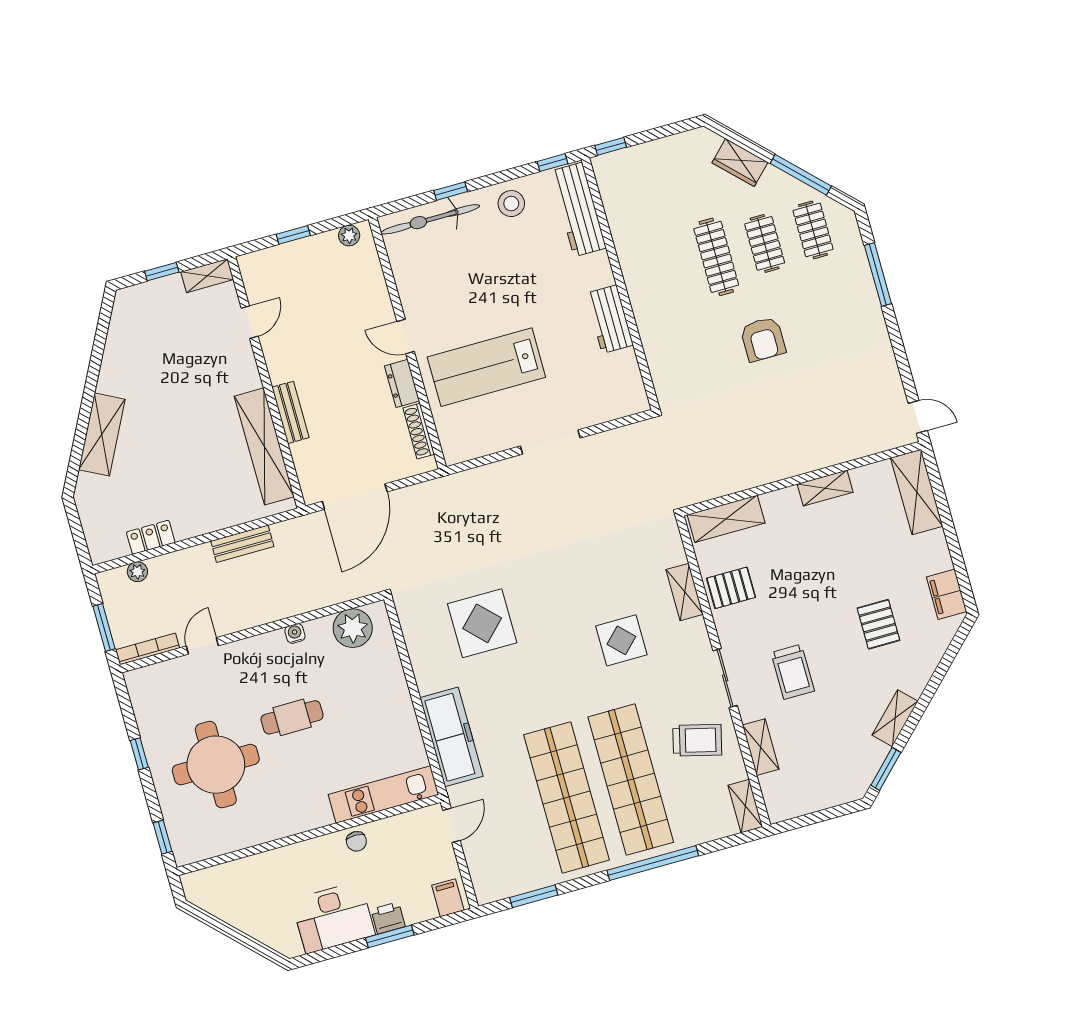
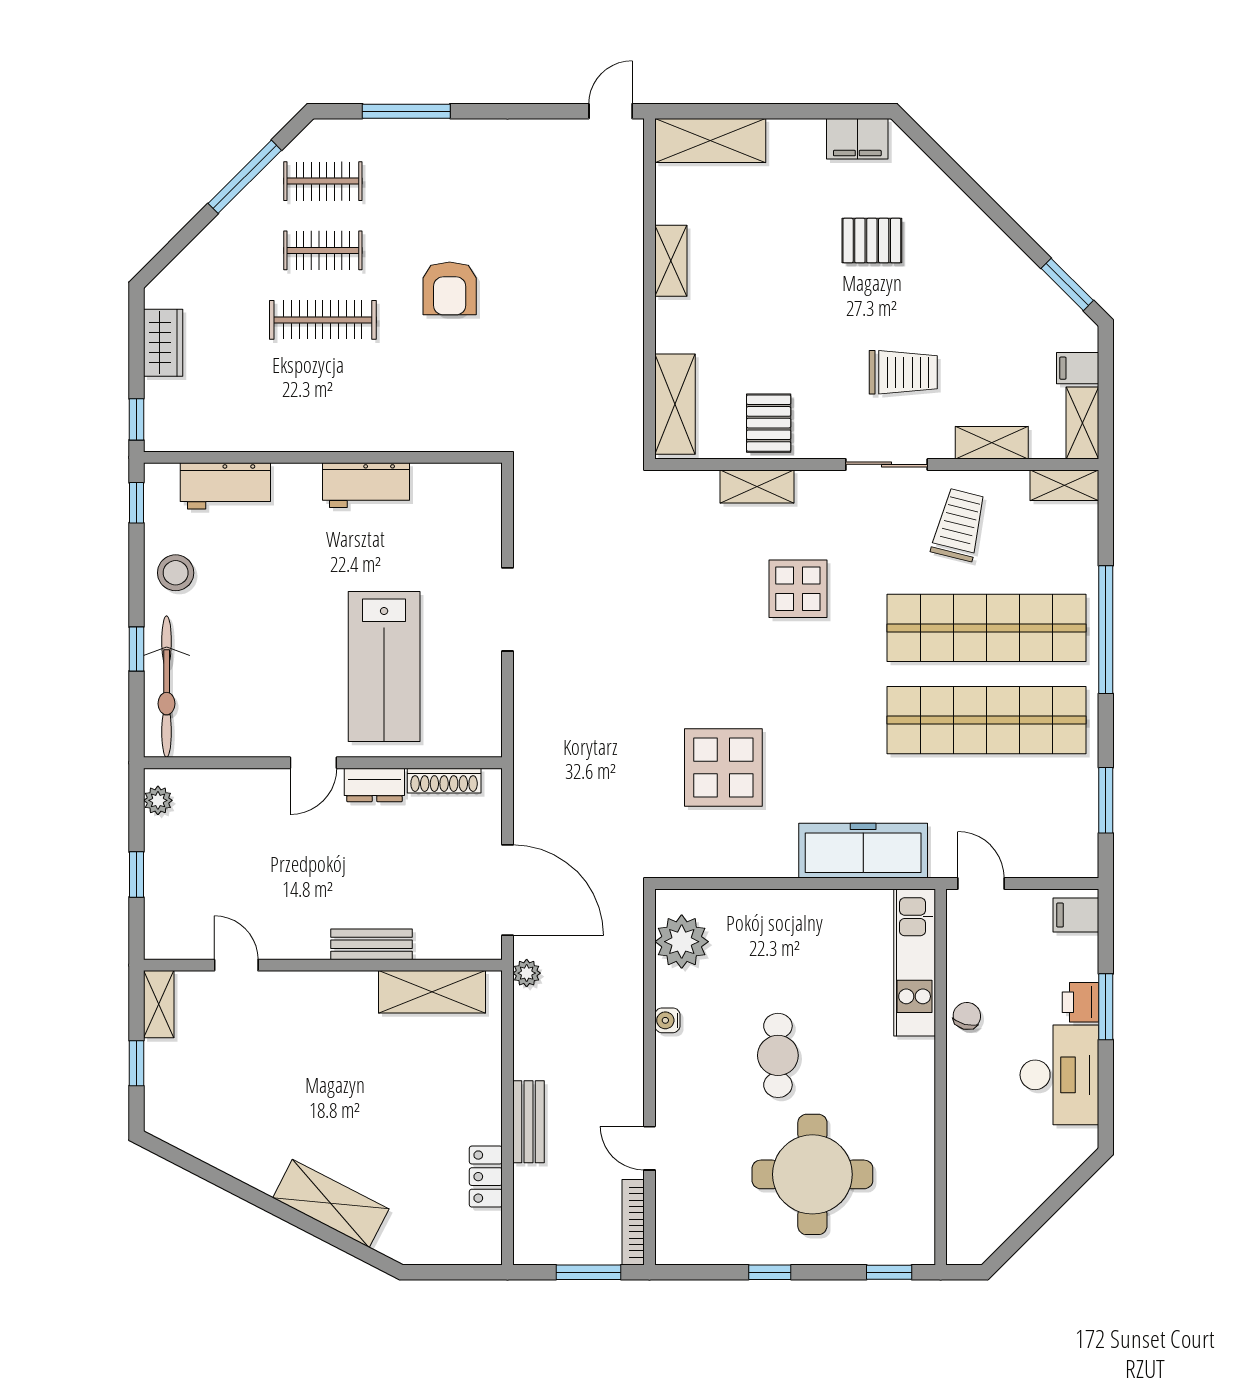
wardrobe: (740, 163) -> (163, 343), moved, turned -45
workbench: (578, 210) -> (225, 486), width x0.73
armchair: (763, 339) -> (450, 288), turned 90
shelving: (264, 446) -> (432, 992), width x0.68
bench: (242, 544) -> (528, 1122), moved
plant: (137, 572) -> (527, 973), moved
shelving: (895, 718) -> (1082, 423), moved, turned 45
filing cabinet: (830, 792) -> (1078, 368), added
chair: (356, 841) -> (967, 1016), turned -75

